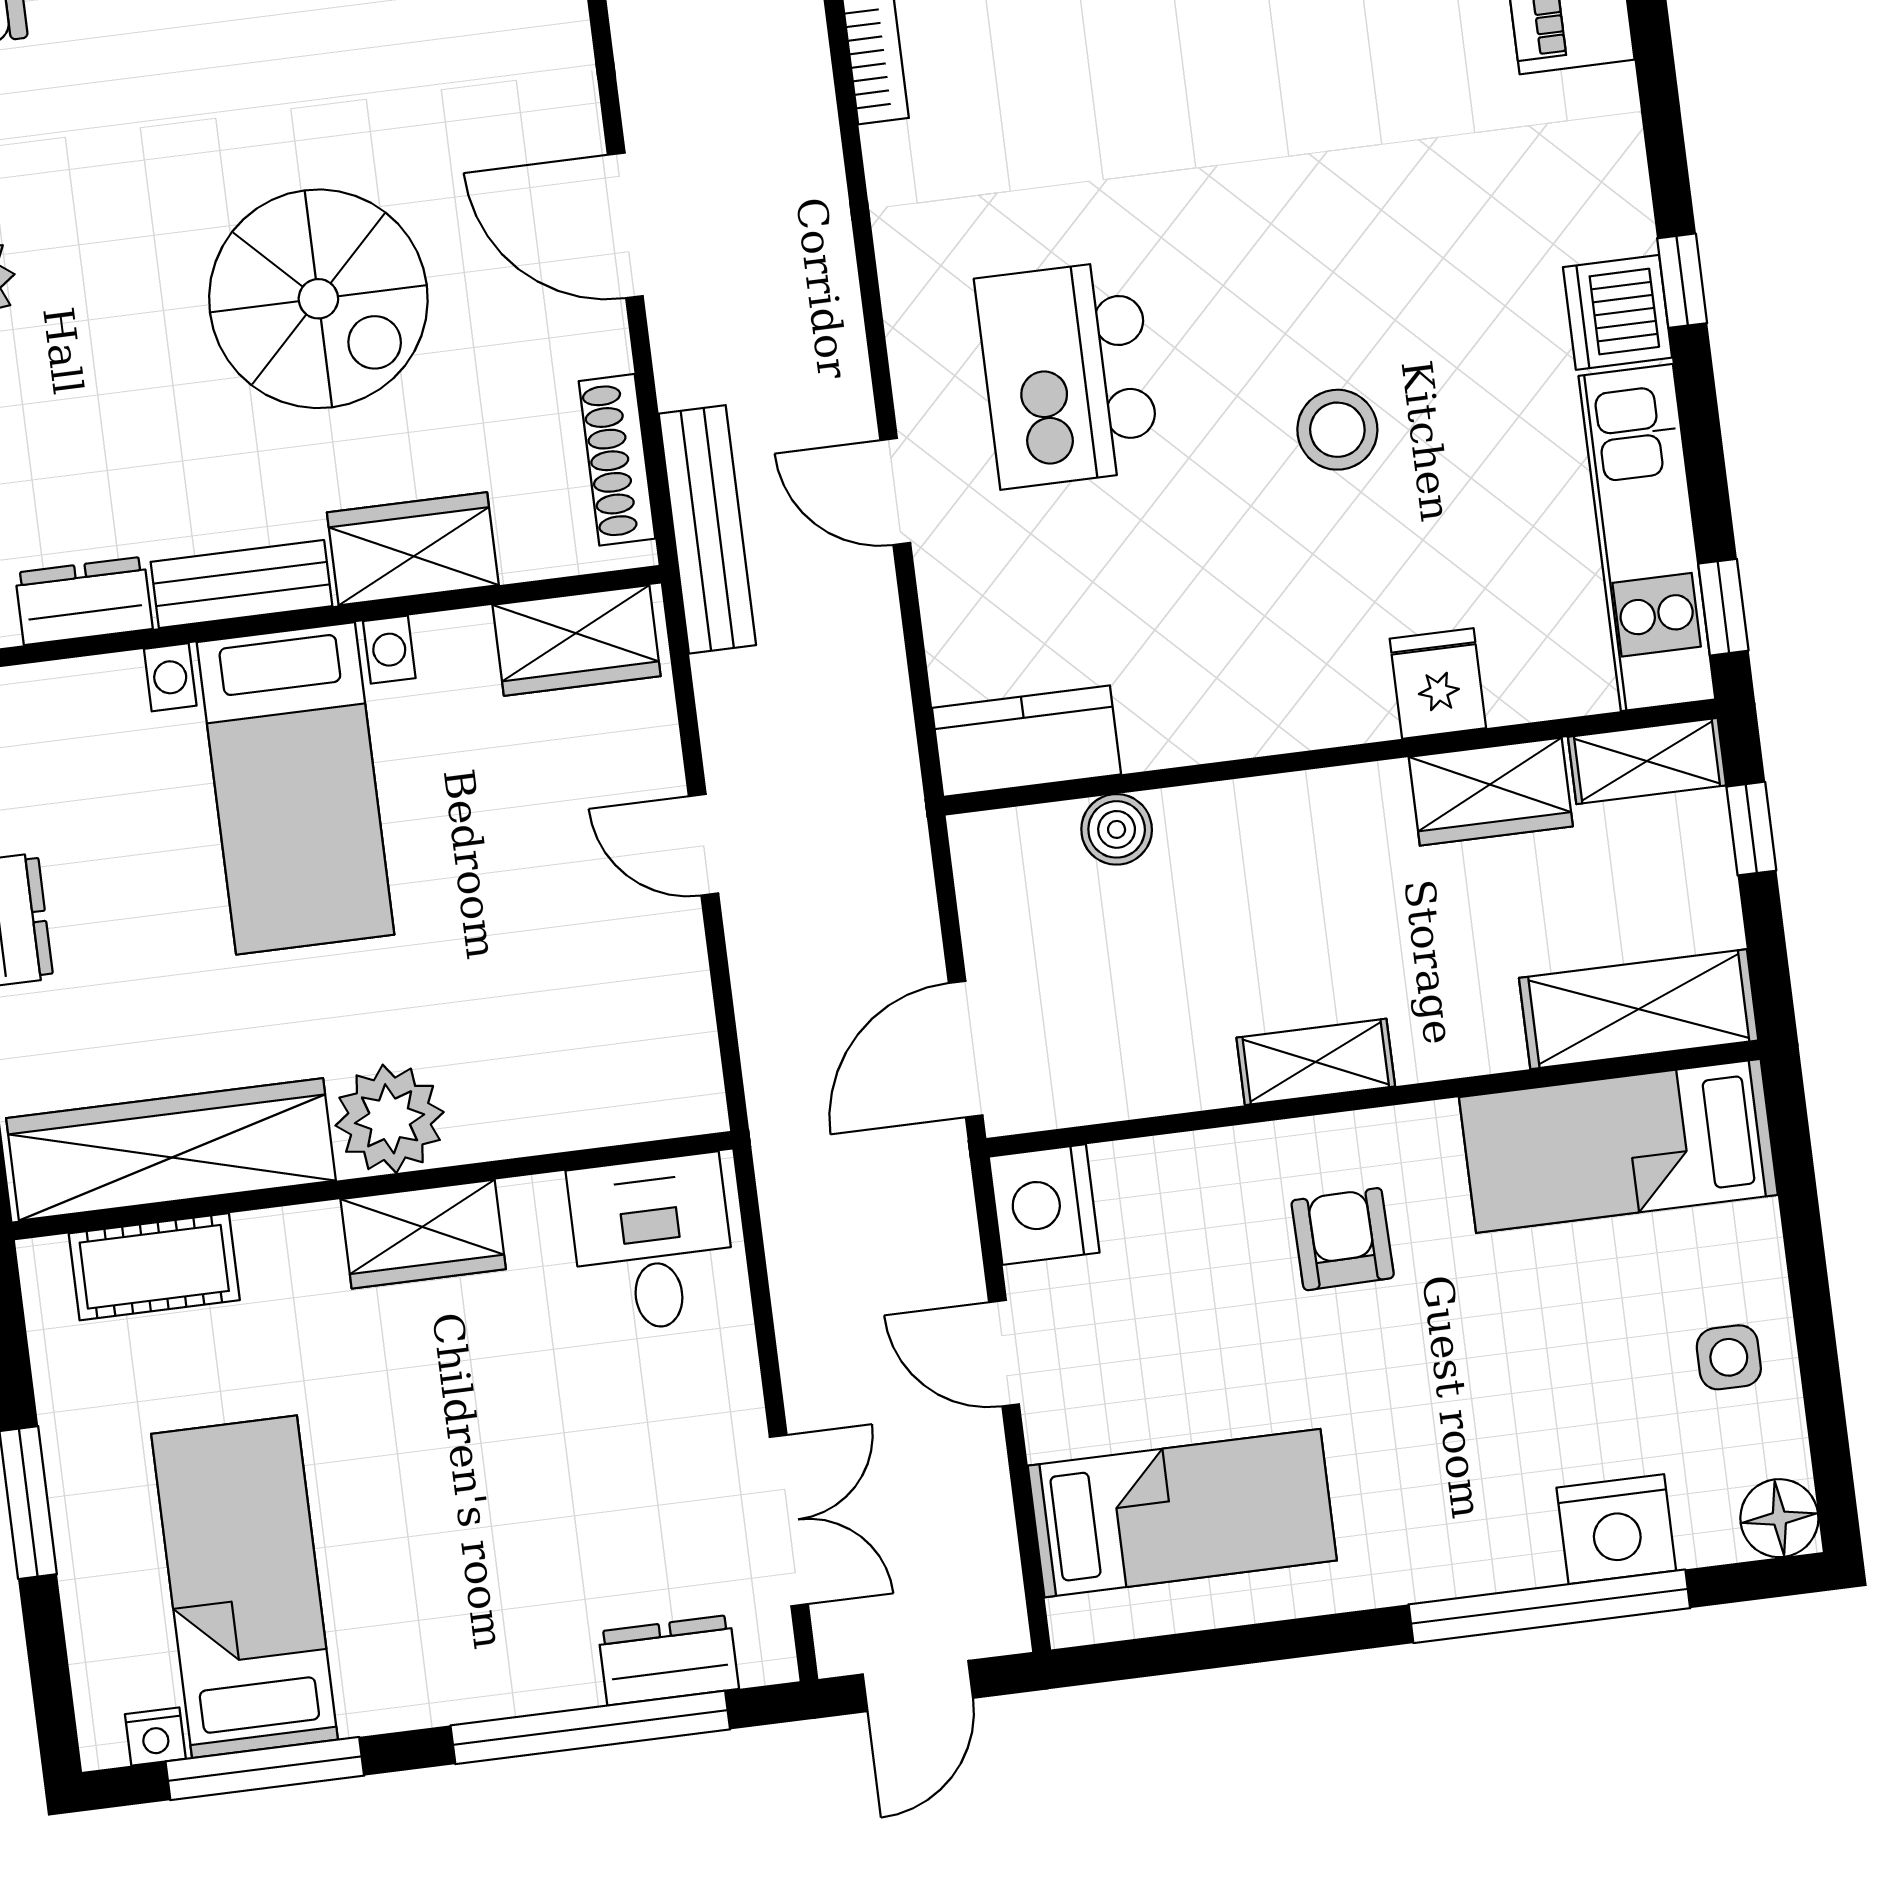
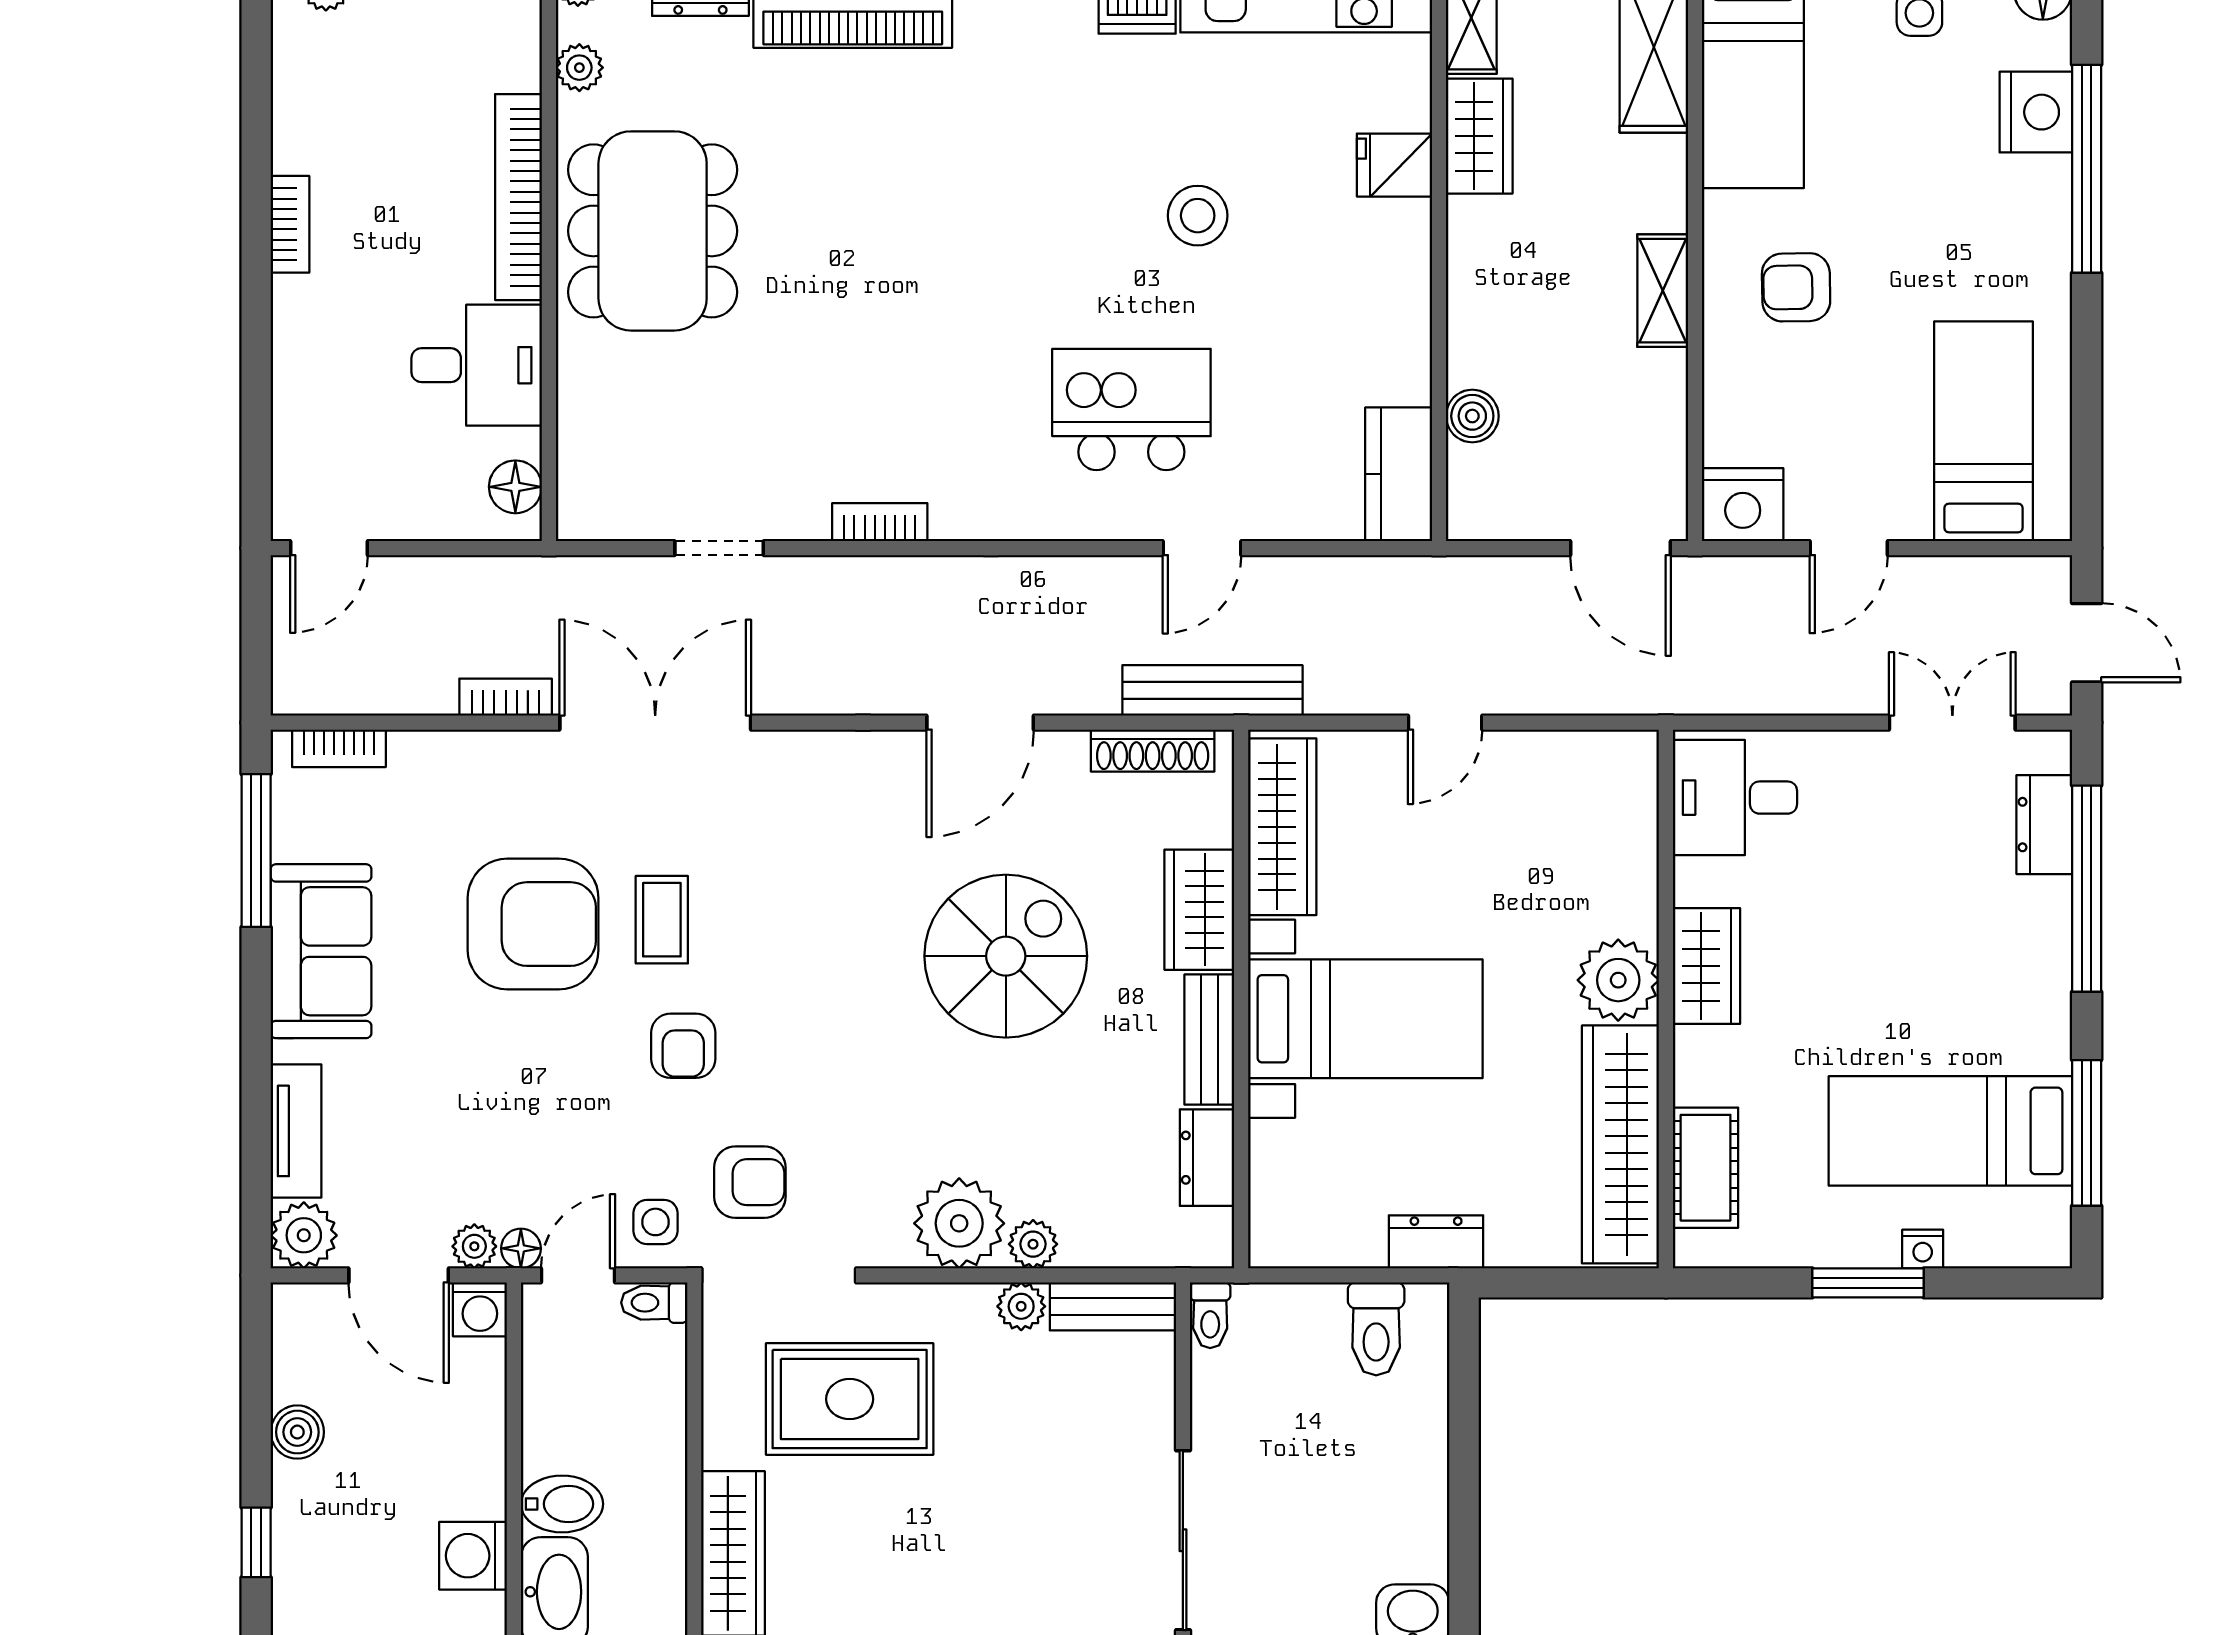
kitchen island: (1068, 374) -> (1131, 409), turned 180
wardrobe: (577, 640) -> (1282, 827), width x1.50
nightstand: (155, 1737) -> (1923, 1249), moved, turned 90

